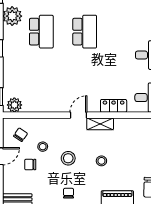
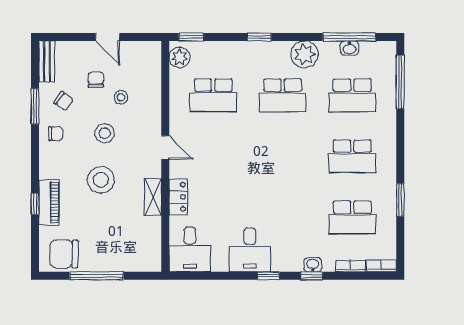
school desk: (85, 32) -> (213, 95), moved
shelving: (100, 124) -> (153, 197), moved
chair: (21, 135) -> (64, 101), moved
stool: (101, 161) -> (101, 180), width x1.89, depth x1.89

